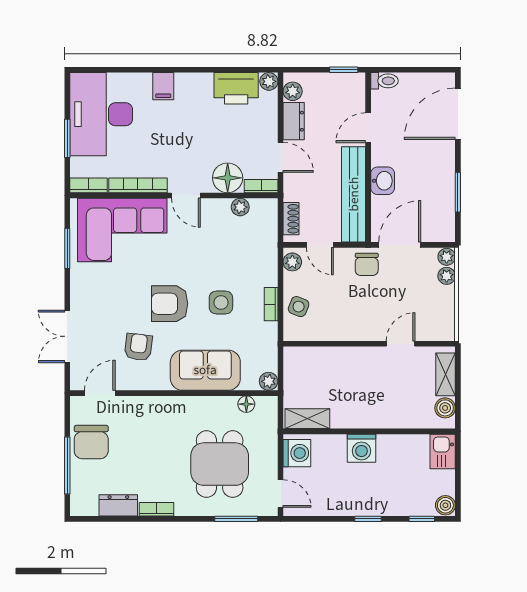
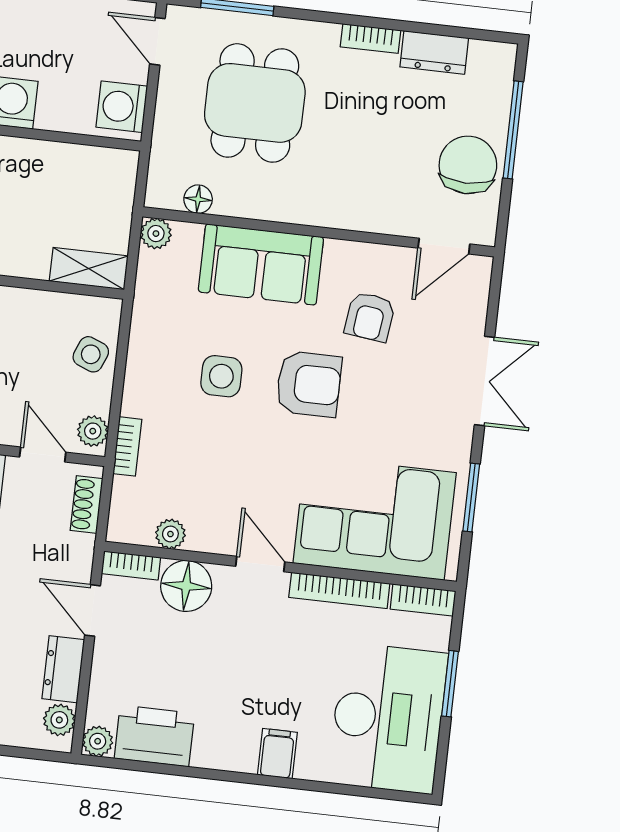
bookcase: (271, 304) -> (127, 446), moved
double door: (67, 336) -> (485, 381), moved
shelving: (307, 419) -> (89, 269), moved

